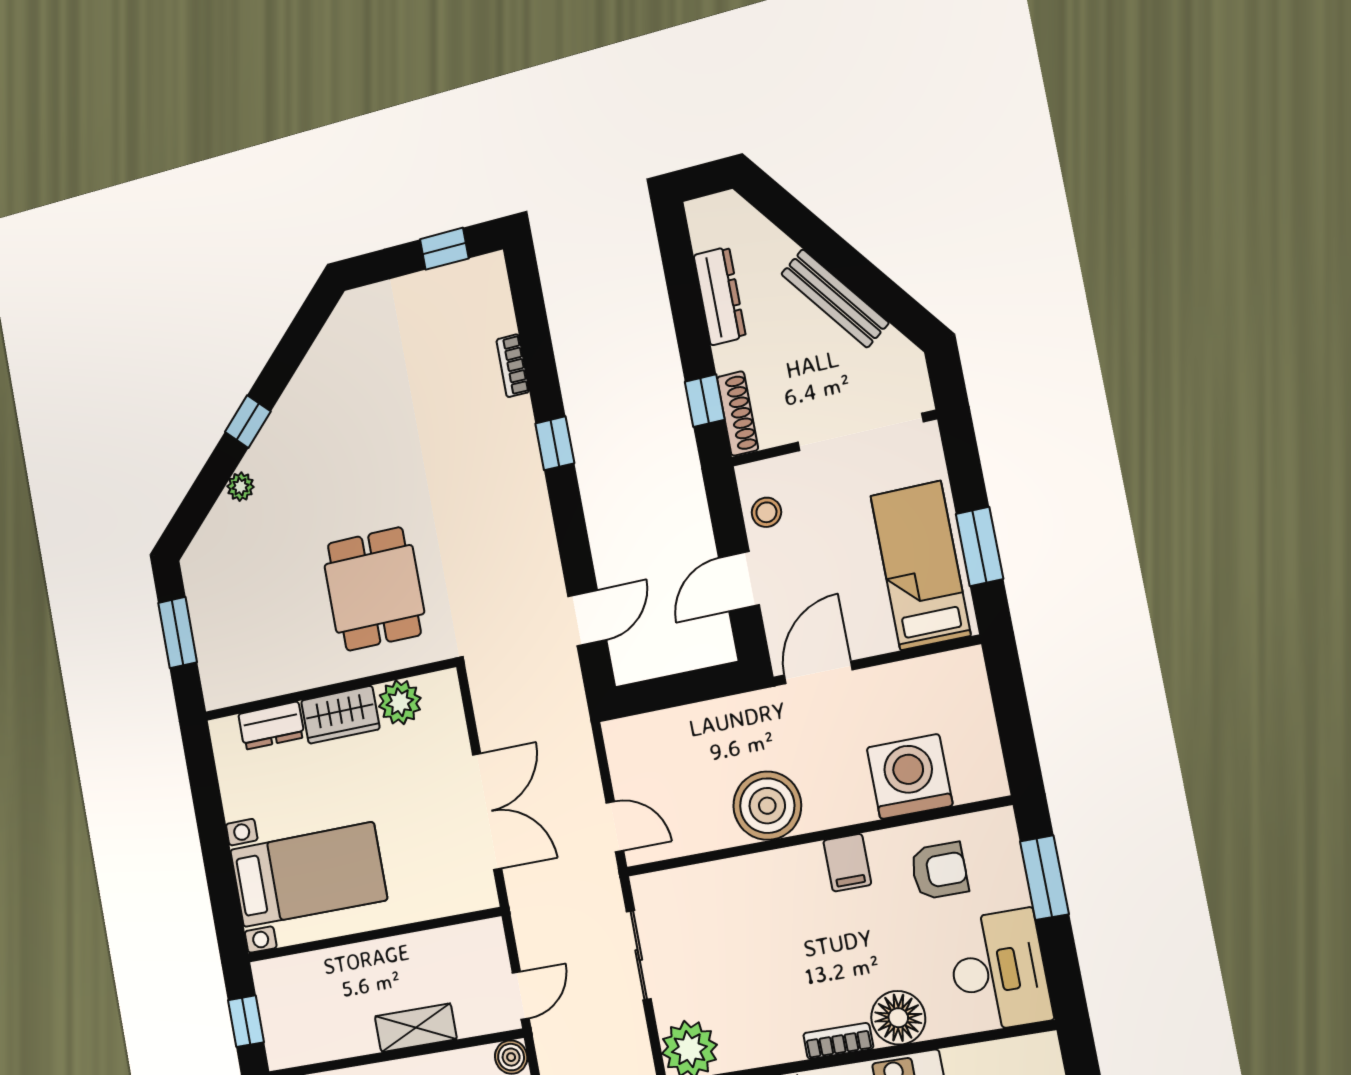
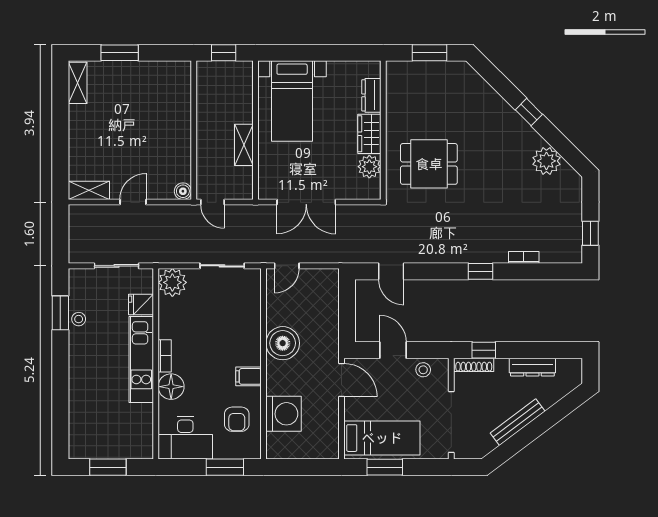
plant: (240, 487) -> (546, 161), moved, width x1.88, depth x1.88
shelving: (416, 1028) -> (244, 145), moved

